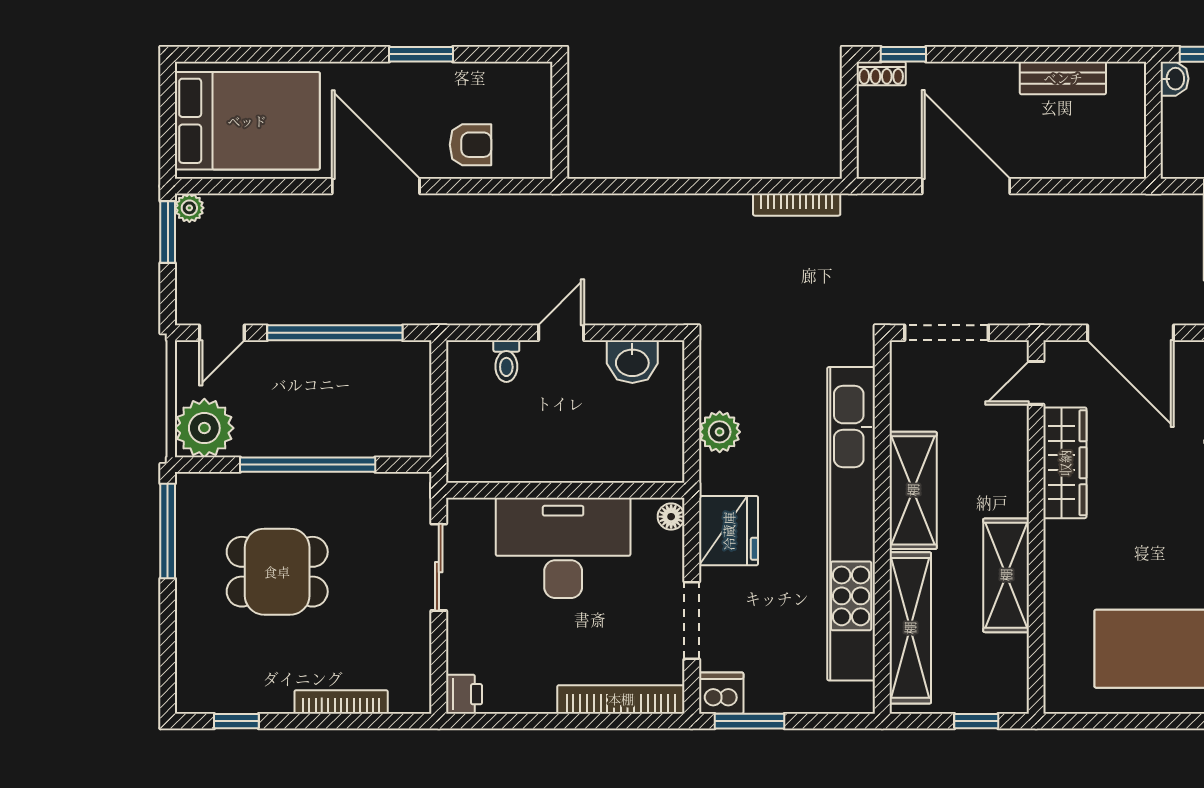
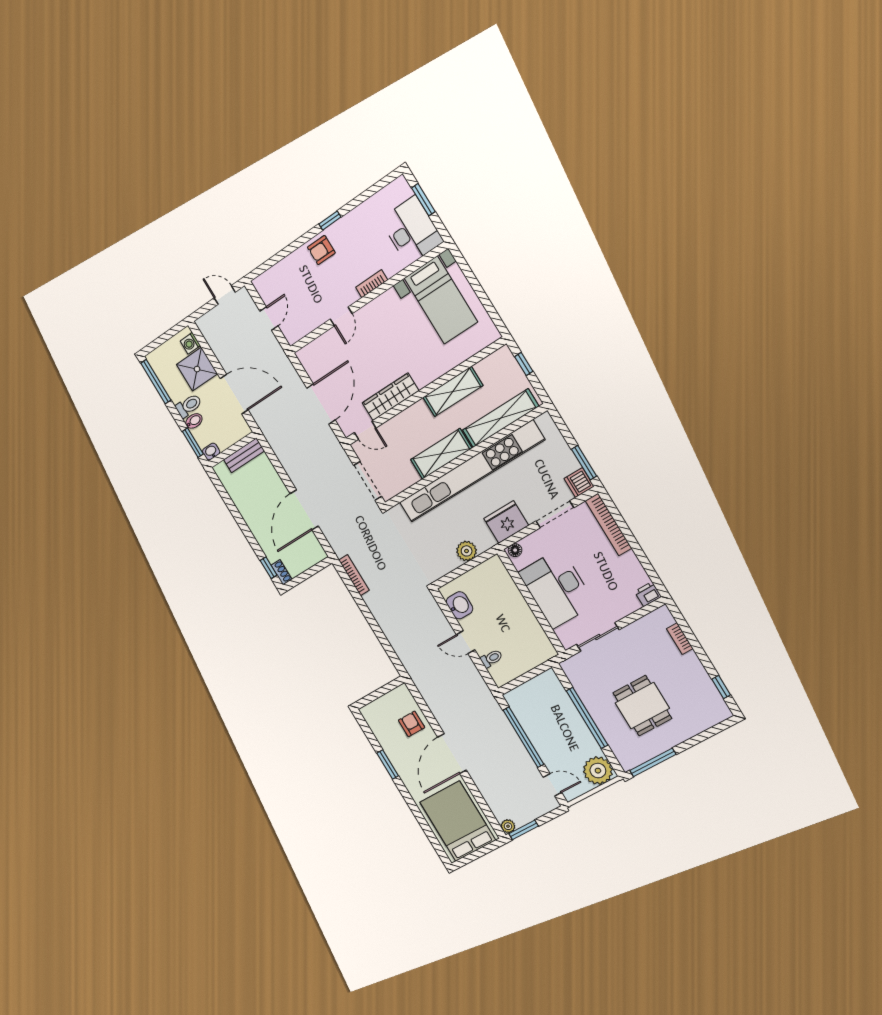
bench: (1063, 78) -> (244, 455), moved, turned 90
bookcase: (341, 702) -> (680, 639), width x0.64

